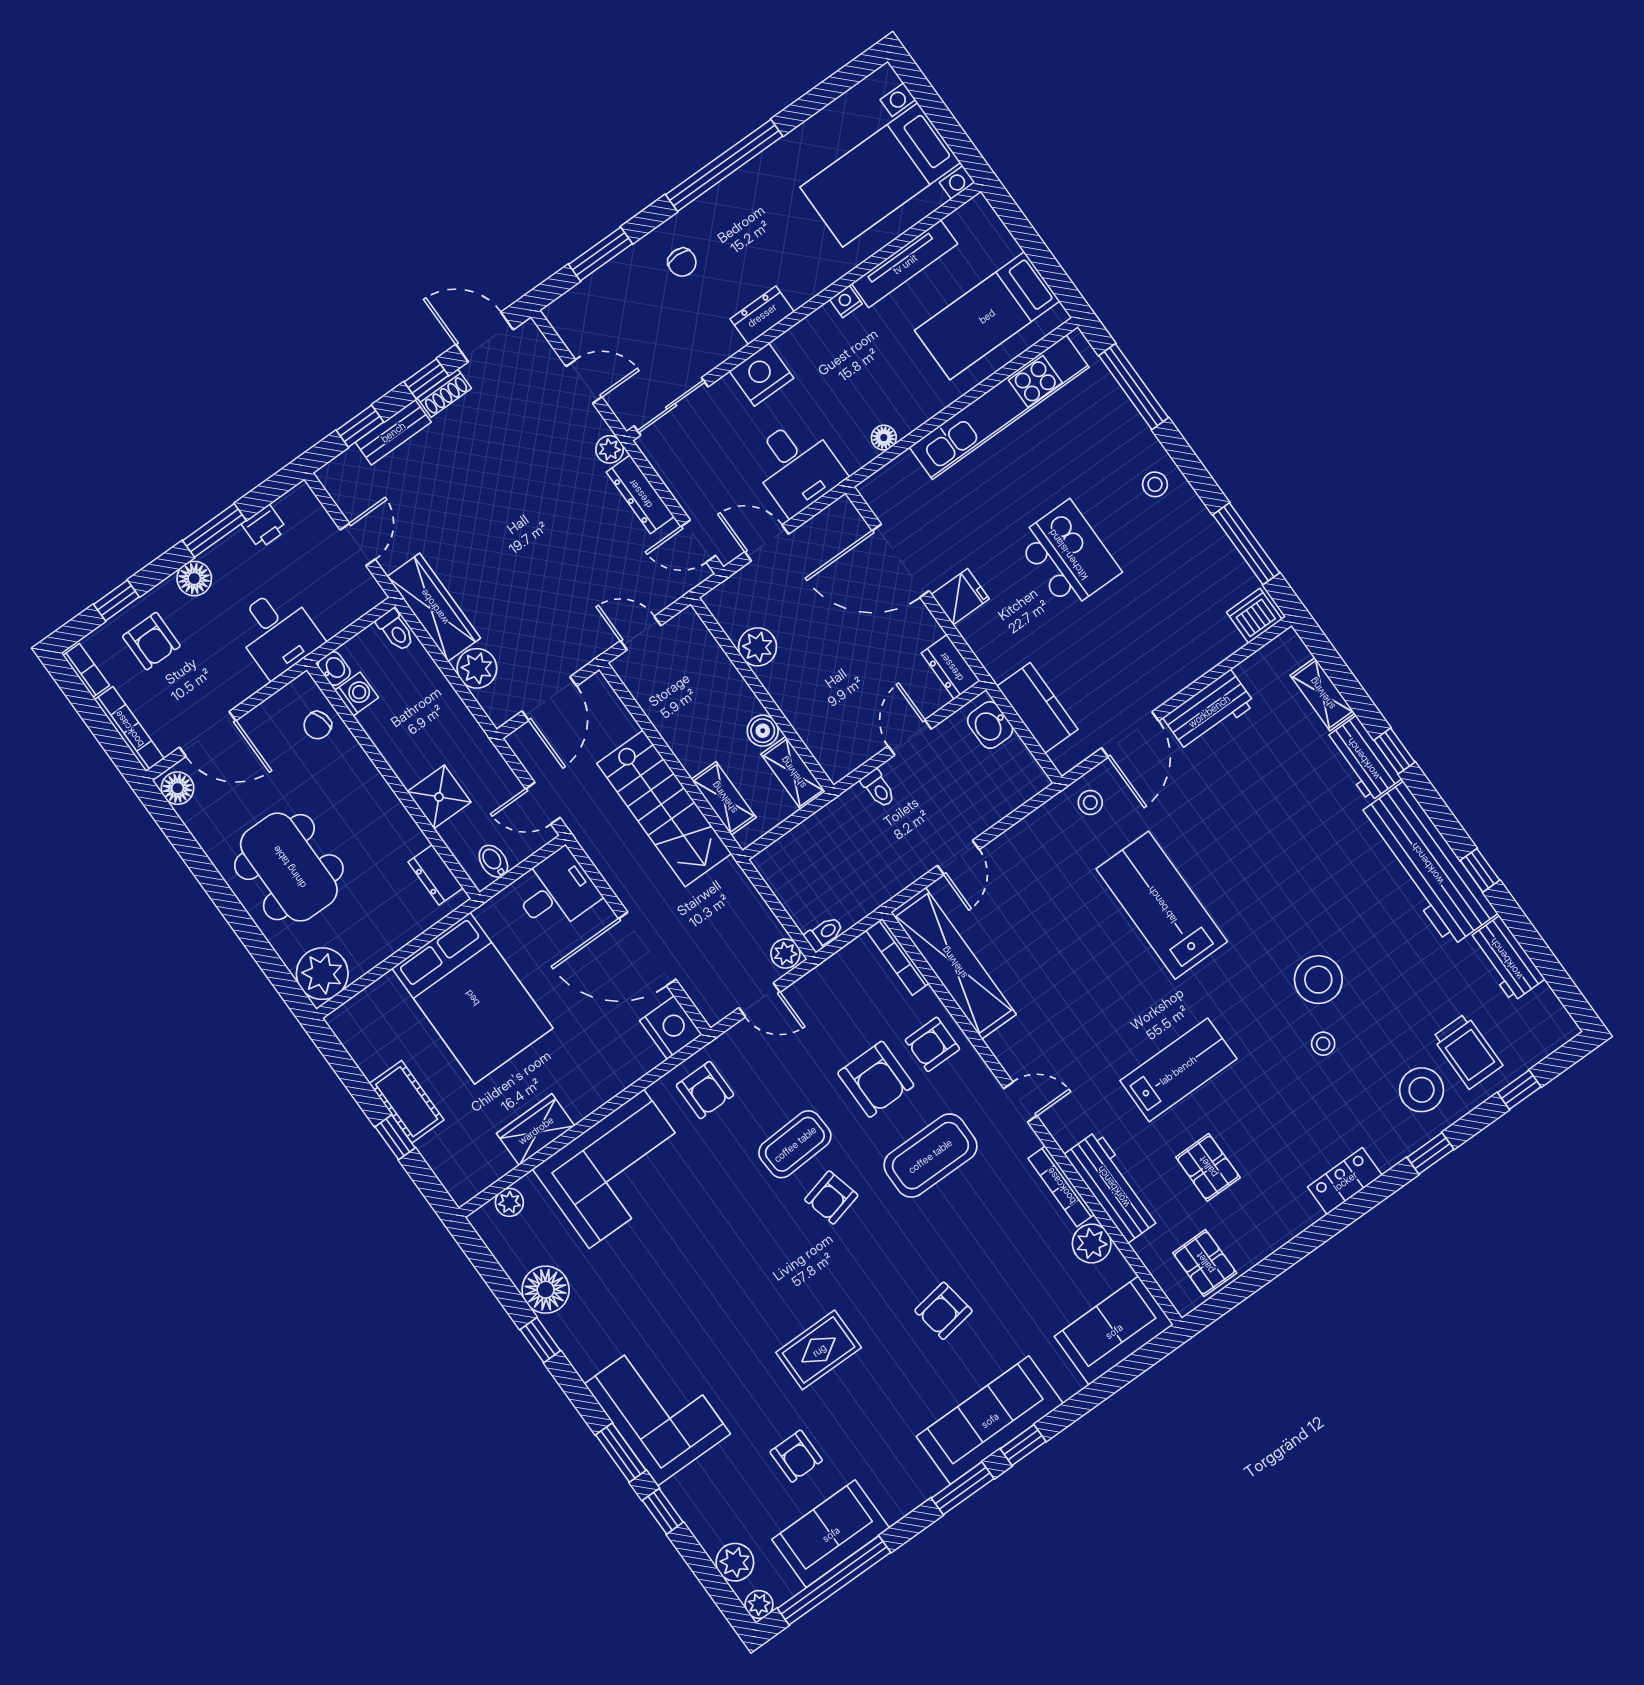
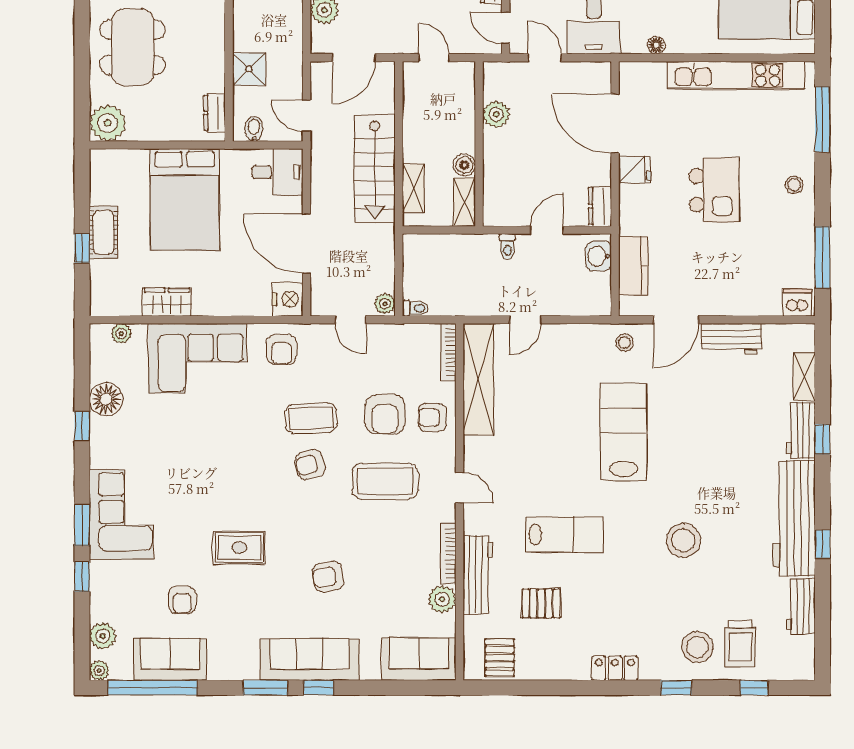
stool: (1323, 1044) -> (659, 579), removed
pallet: (1208, 1167) -> (541, 603), turned 90

